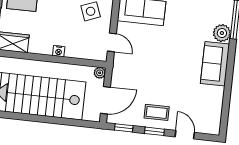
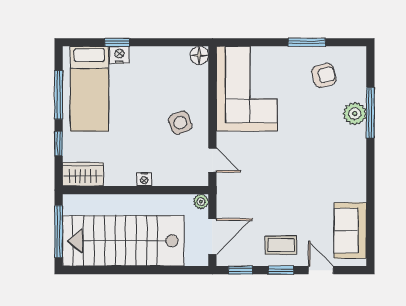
plant: (222, 33) -> (355, 114), moved
sofa: (215, 64) -> (350, 230), moved

